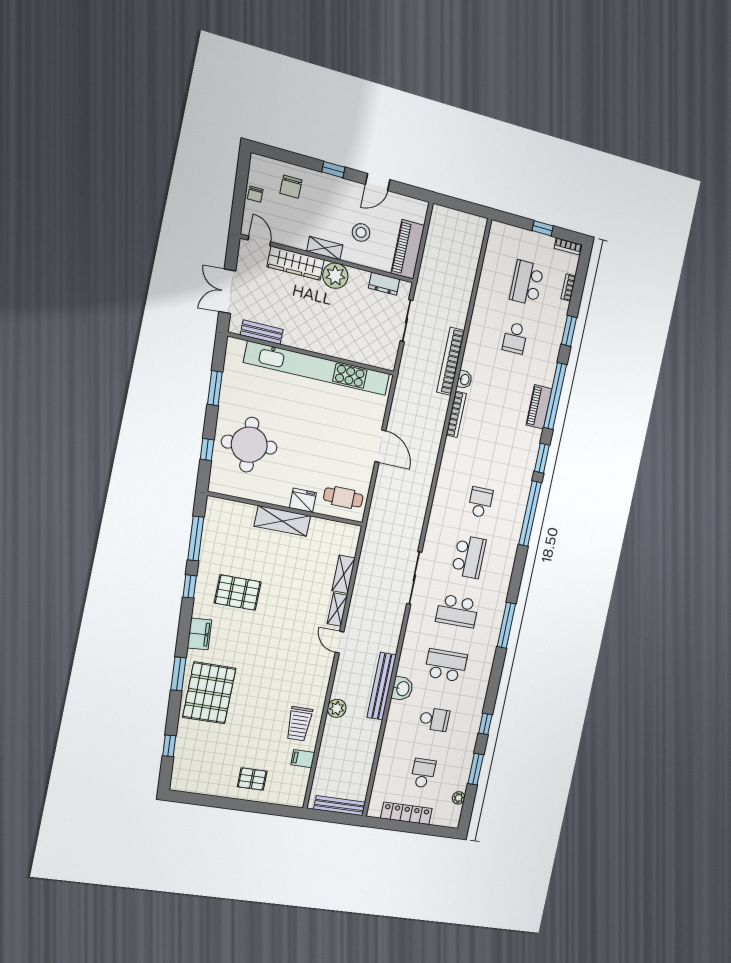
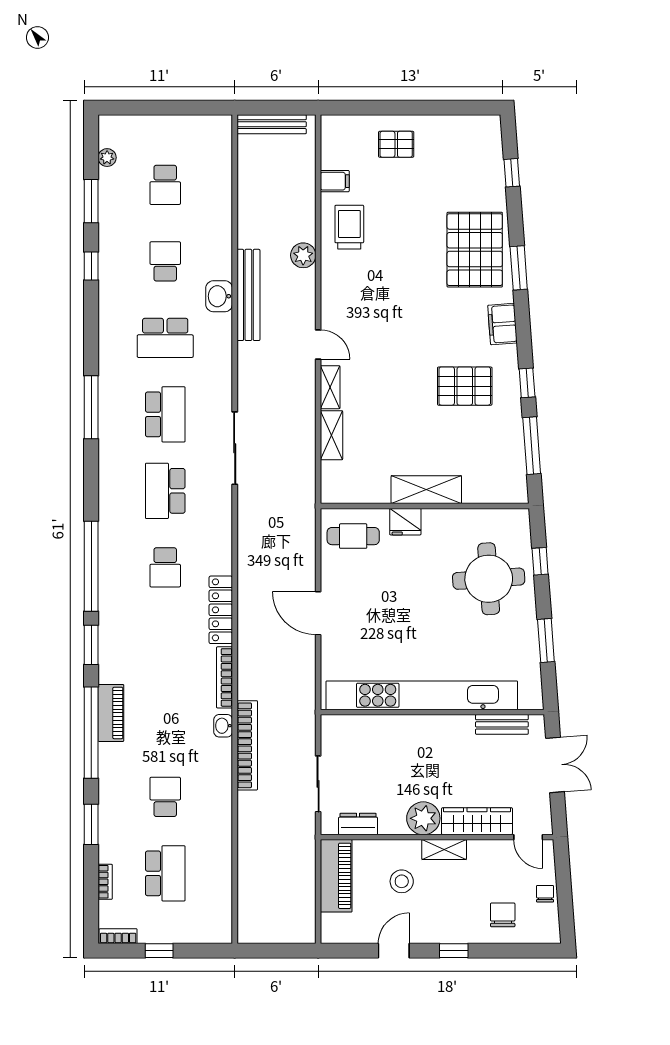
school desk: (457, 611) -> (165, 414), turned 90
school desk: (434, 719) -> (165, 261), turned 90
locker: (406, 813) -> (221, 610), moved, turned 90

